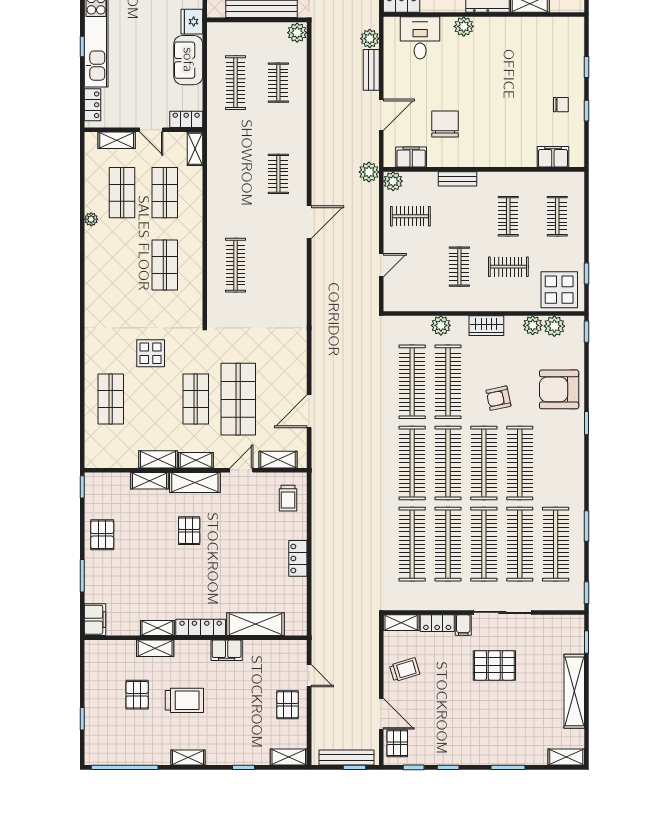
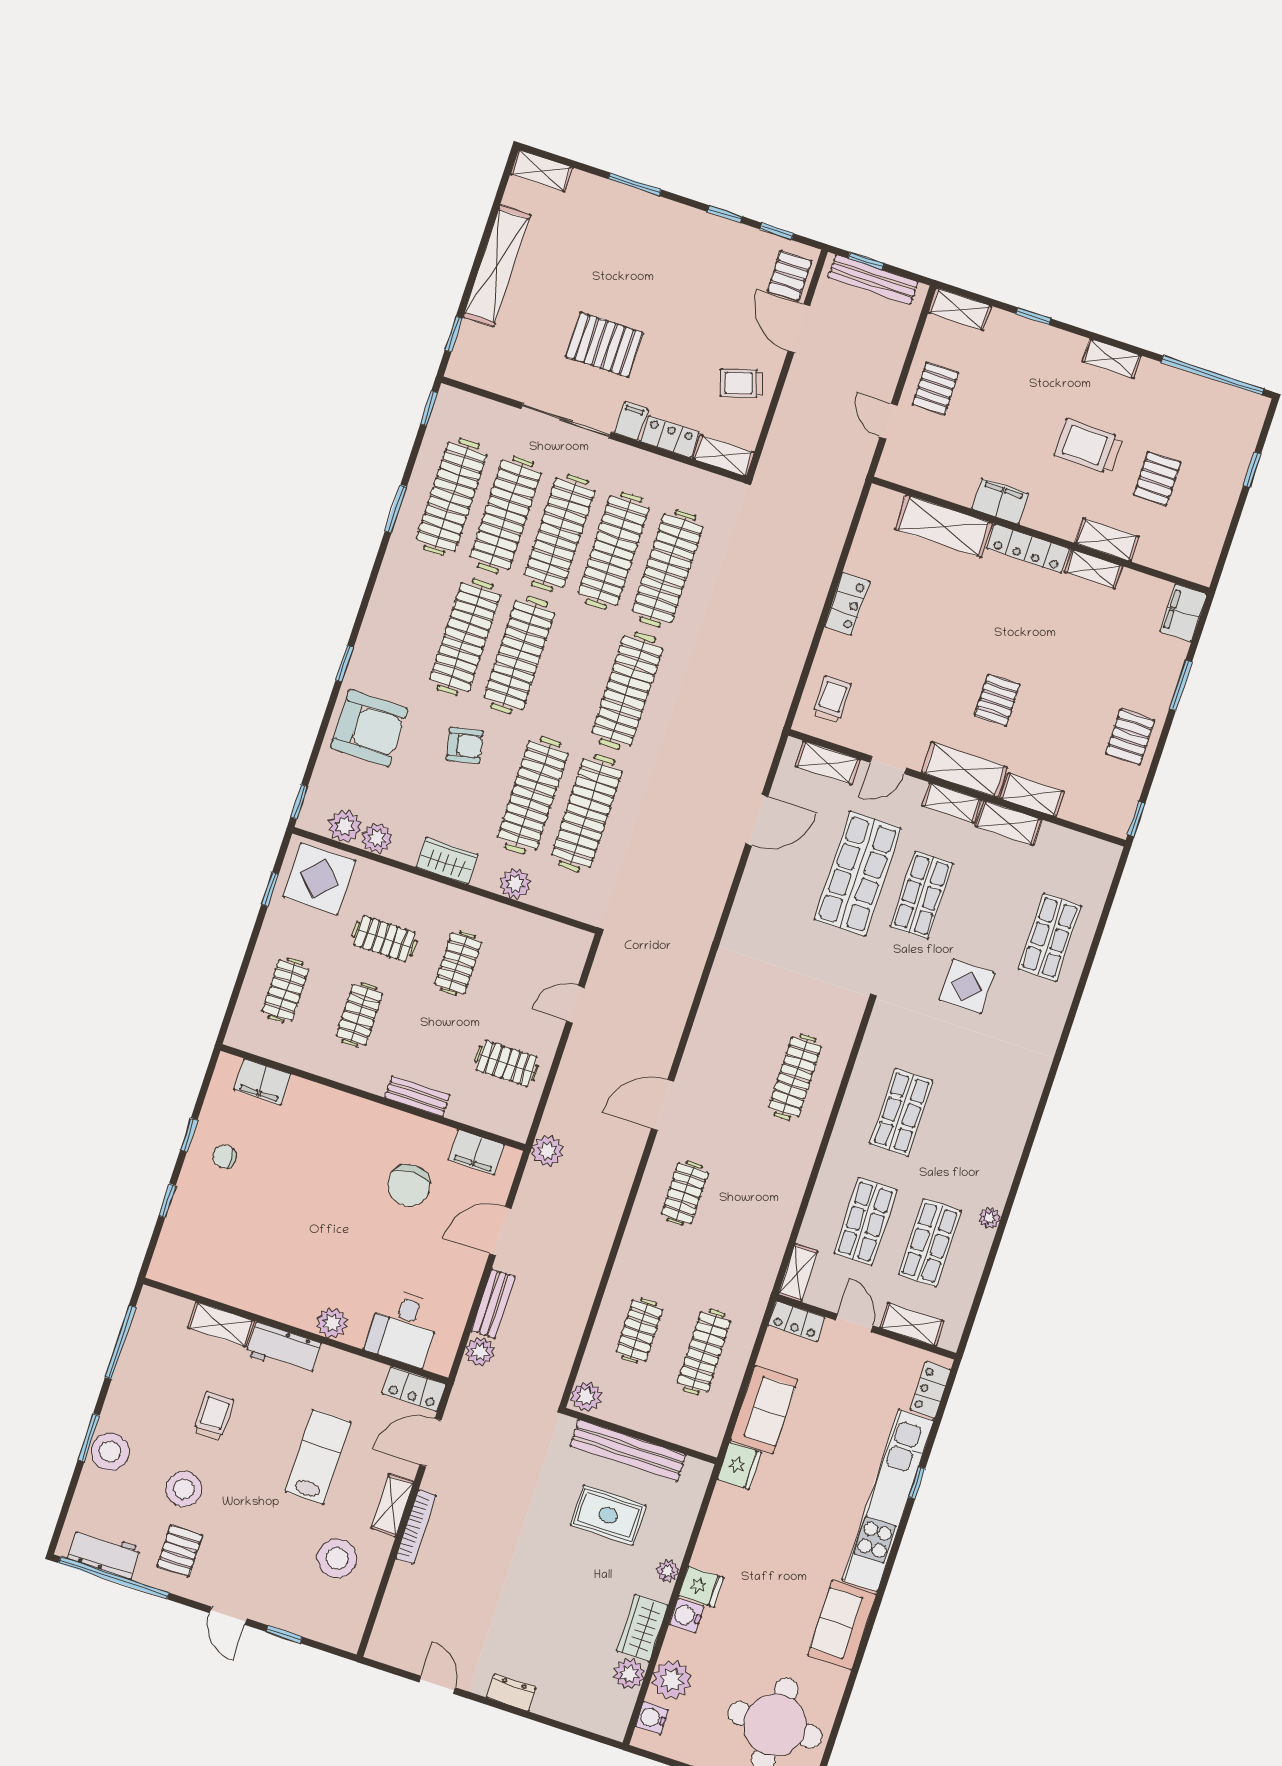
plant: (393, 181) -> (516, 1125), removed
clothes rail: (448, 463) -> (573, 673), removed

